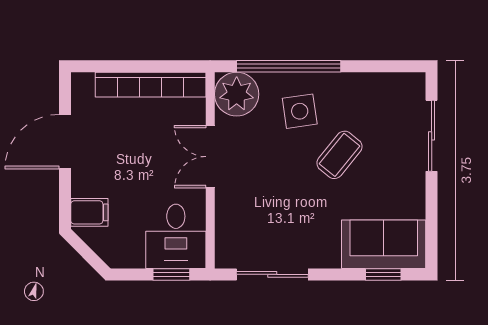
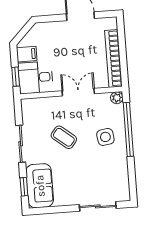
plant: (237, 94) -> (117, 98), width x0.53, depth x0.53
coffee table: (339, 155) -> (64, 137), moved
filing cabinet: (89, 212) -> (27, 54), moved, turned -90
sliding door: (272, 274) -> (21, 144), moved

